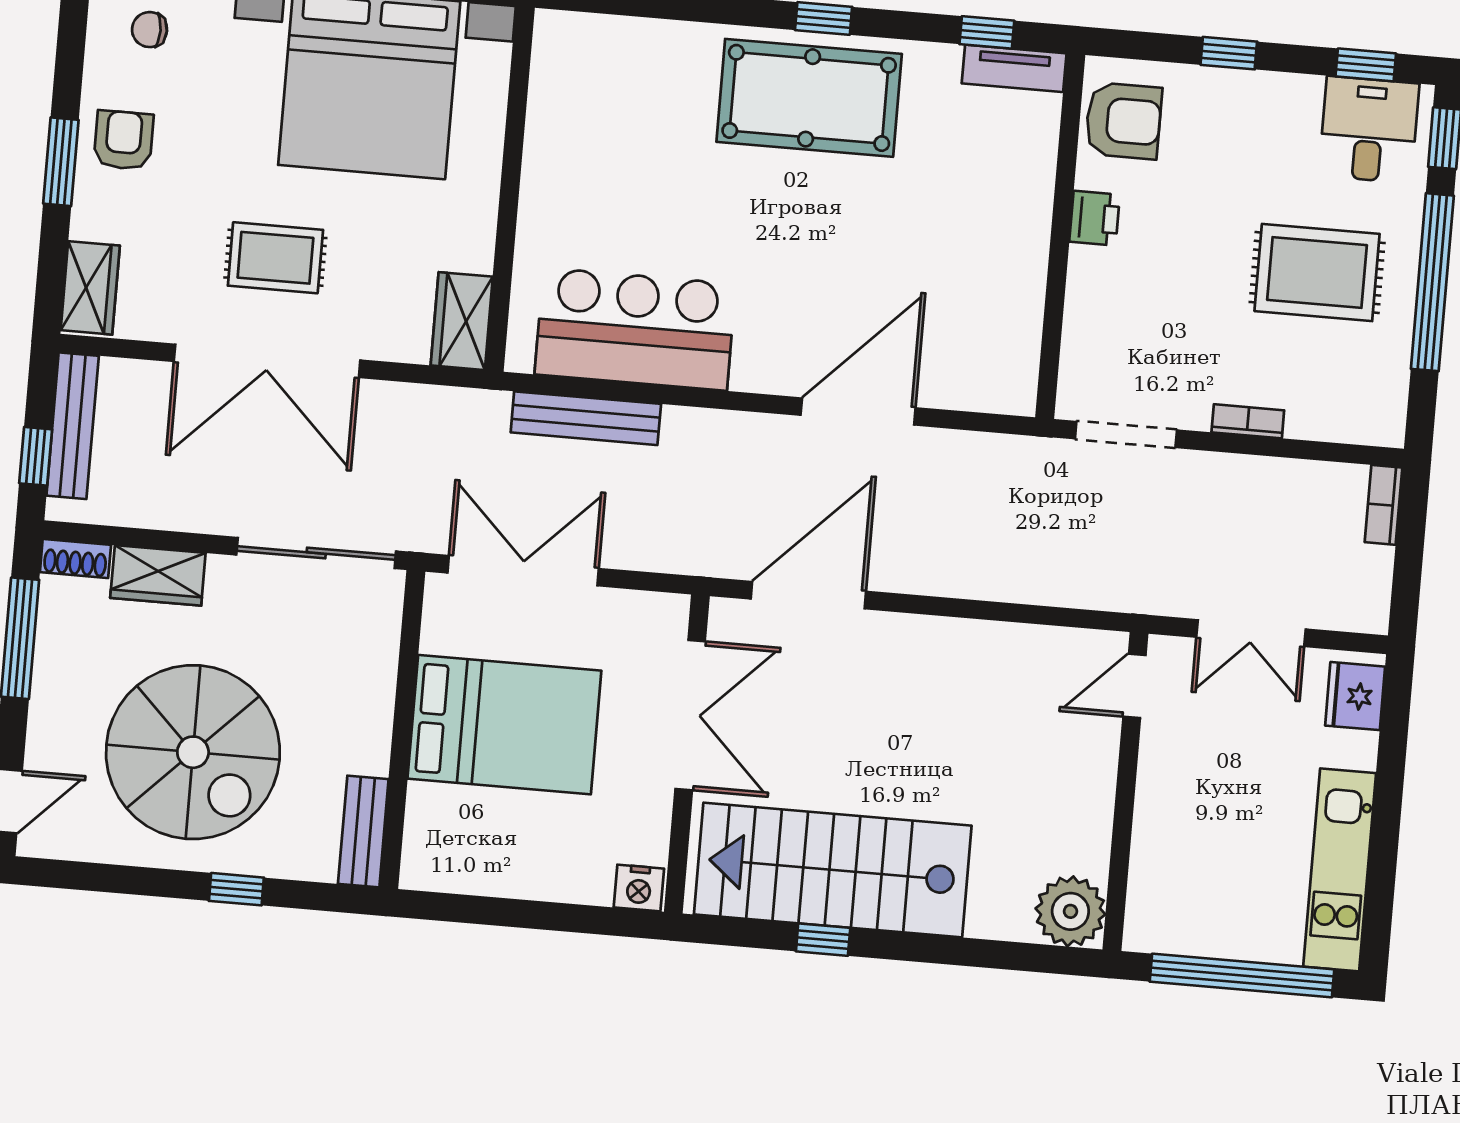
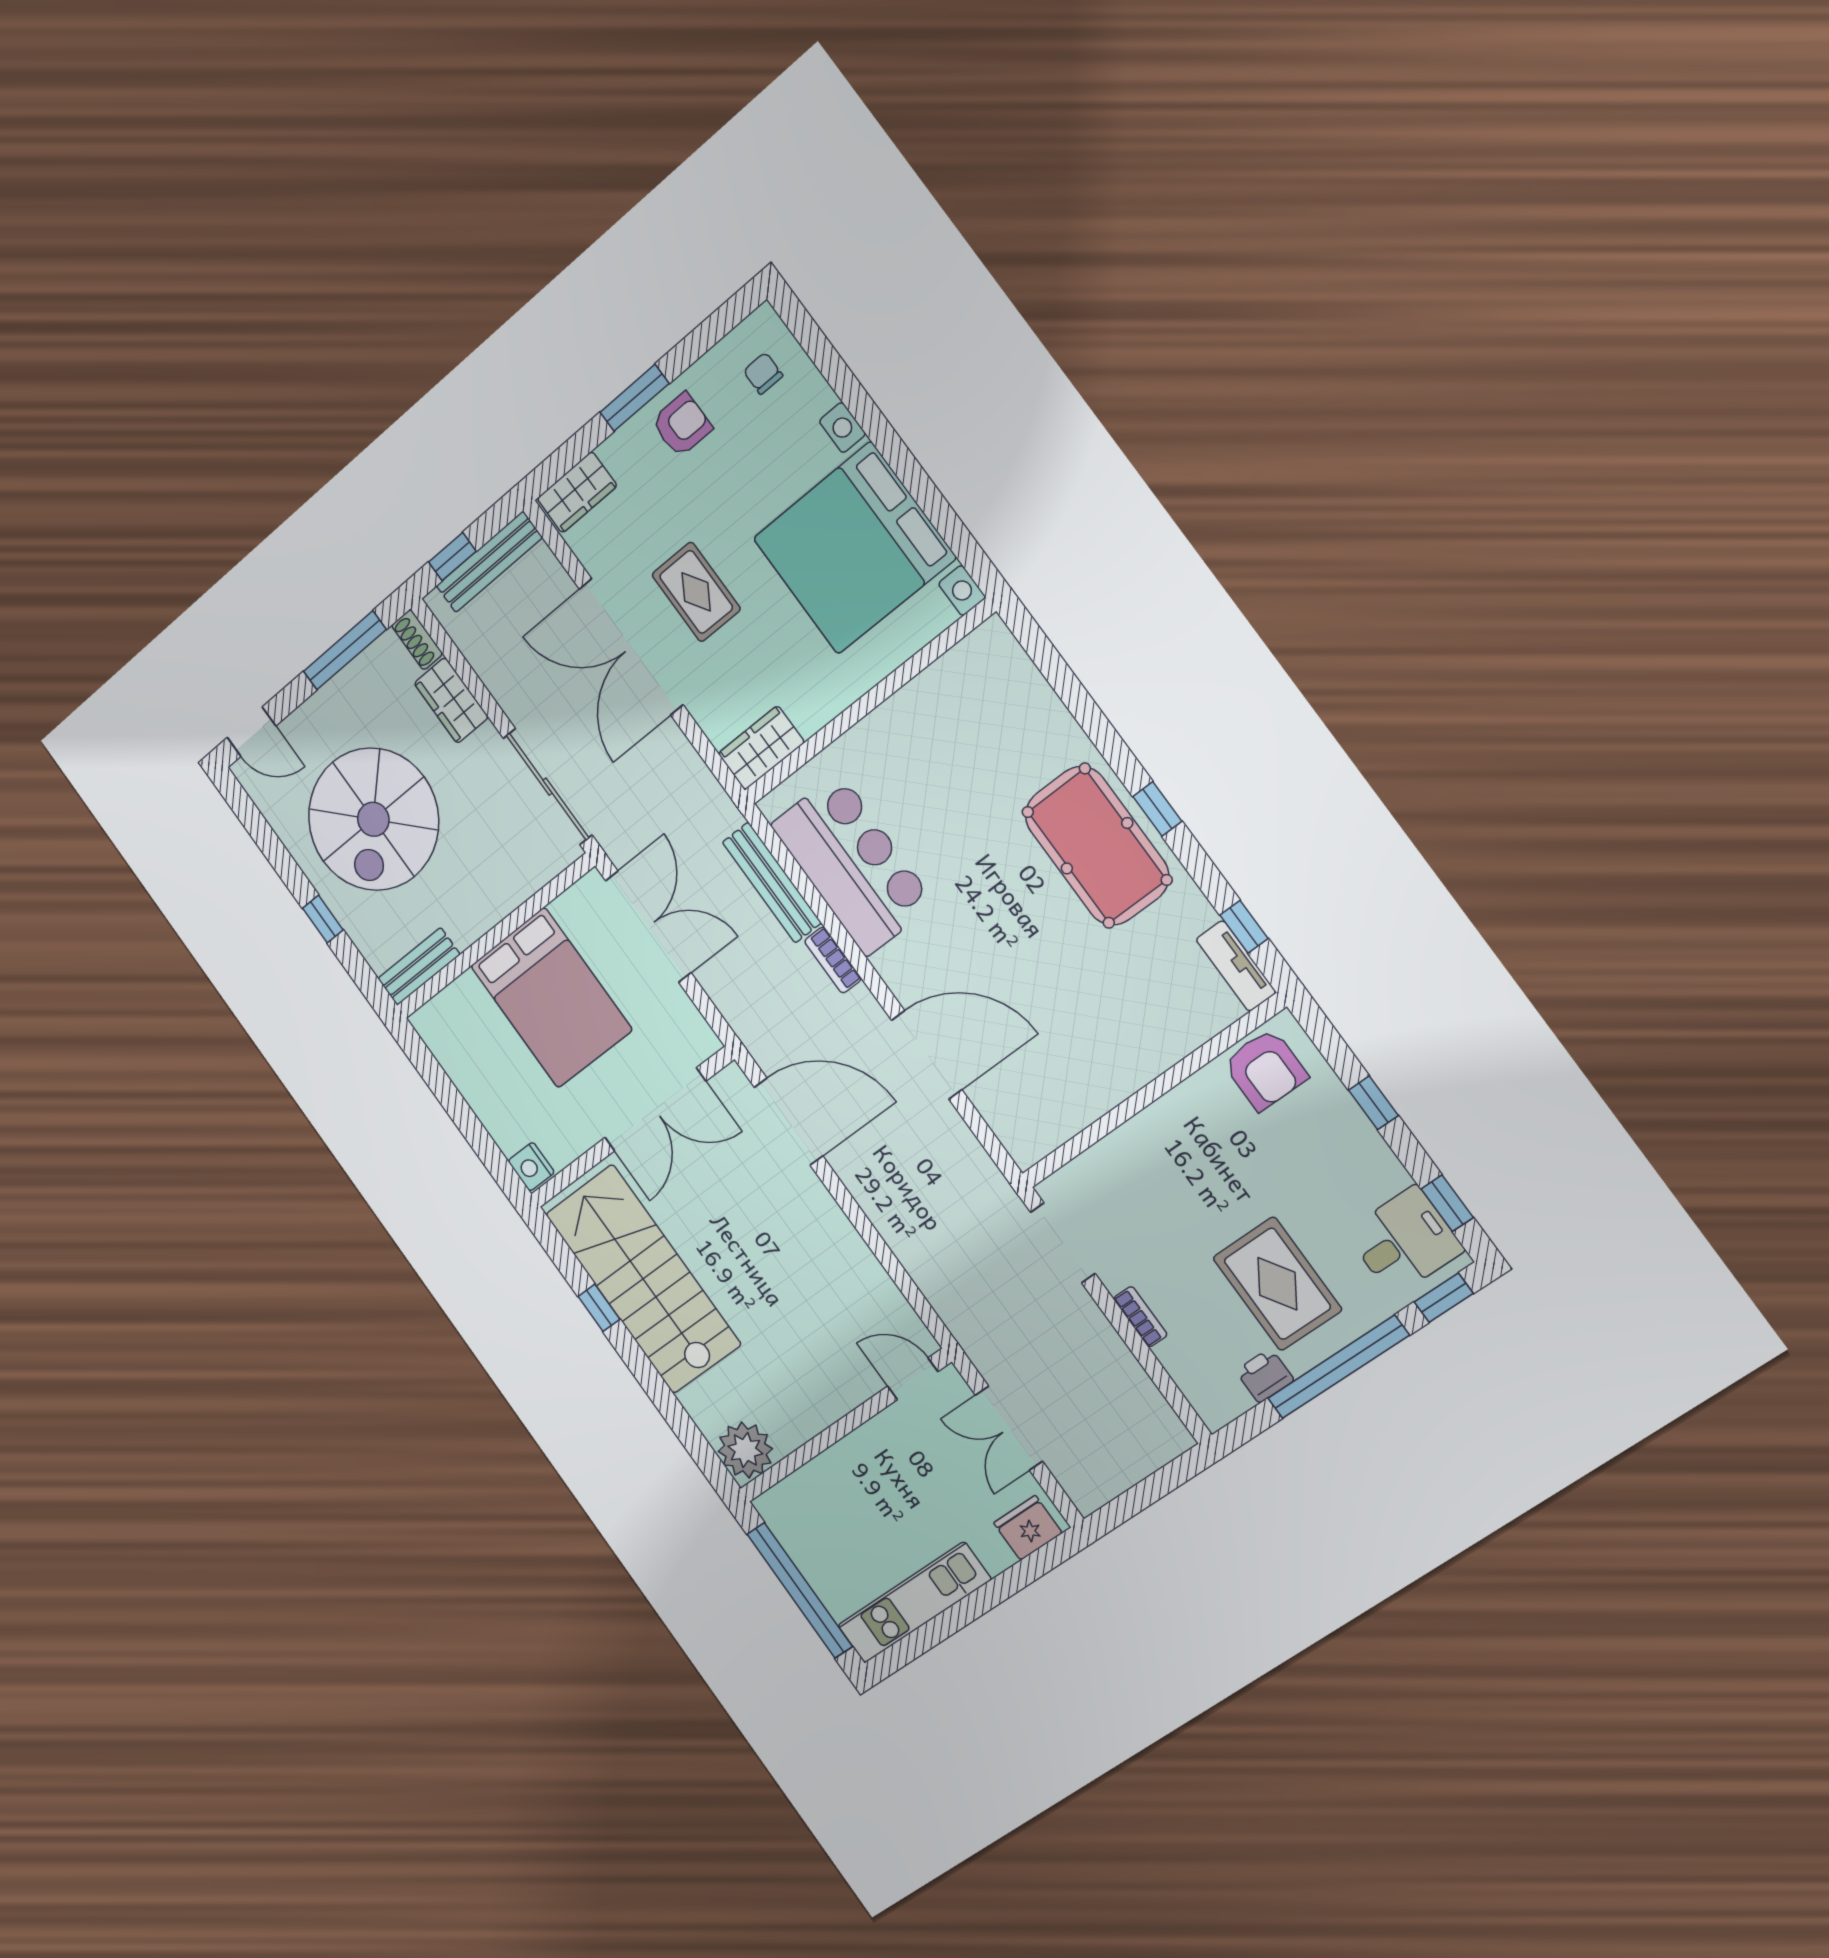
printer: (1095, 218) -> (1265, 1376), moved, turned 180
bookcase: (1383, 505) -> (833, 960), moved, turned -90

